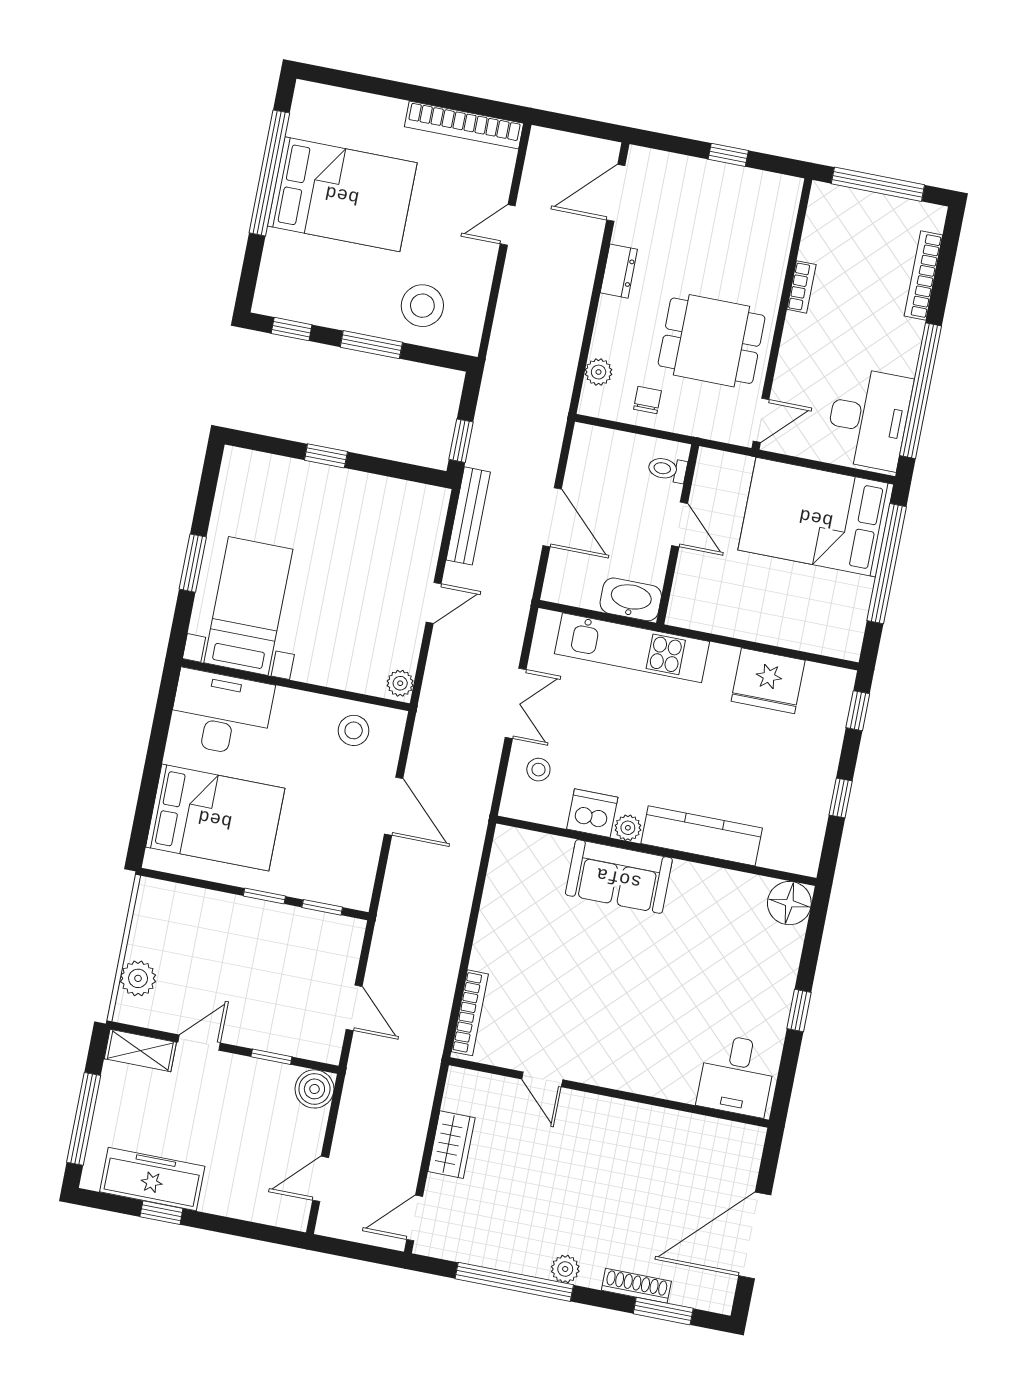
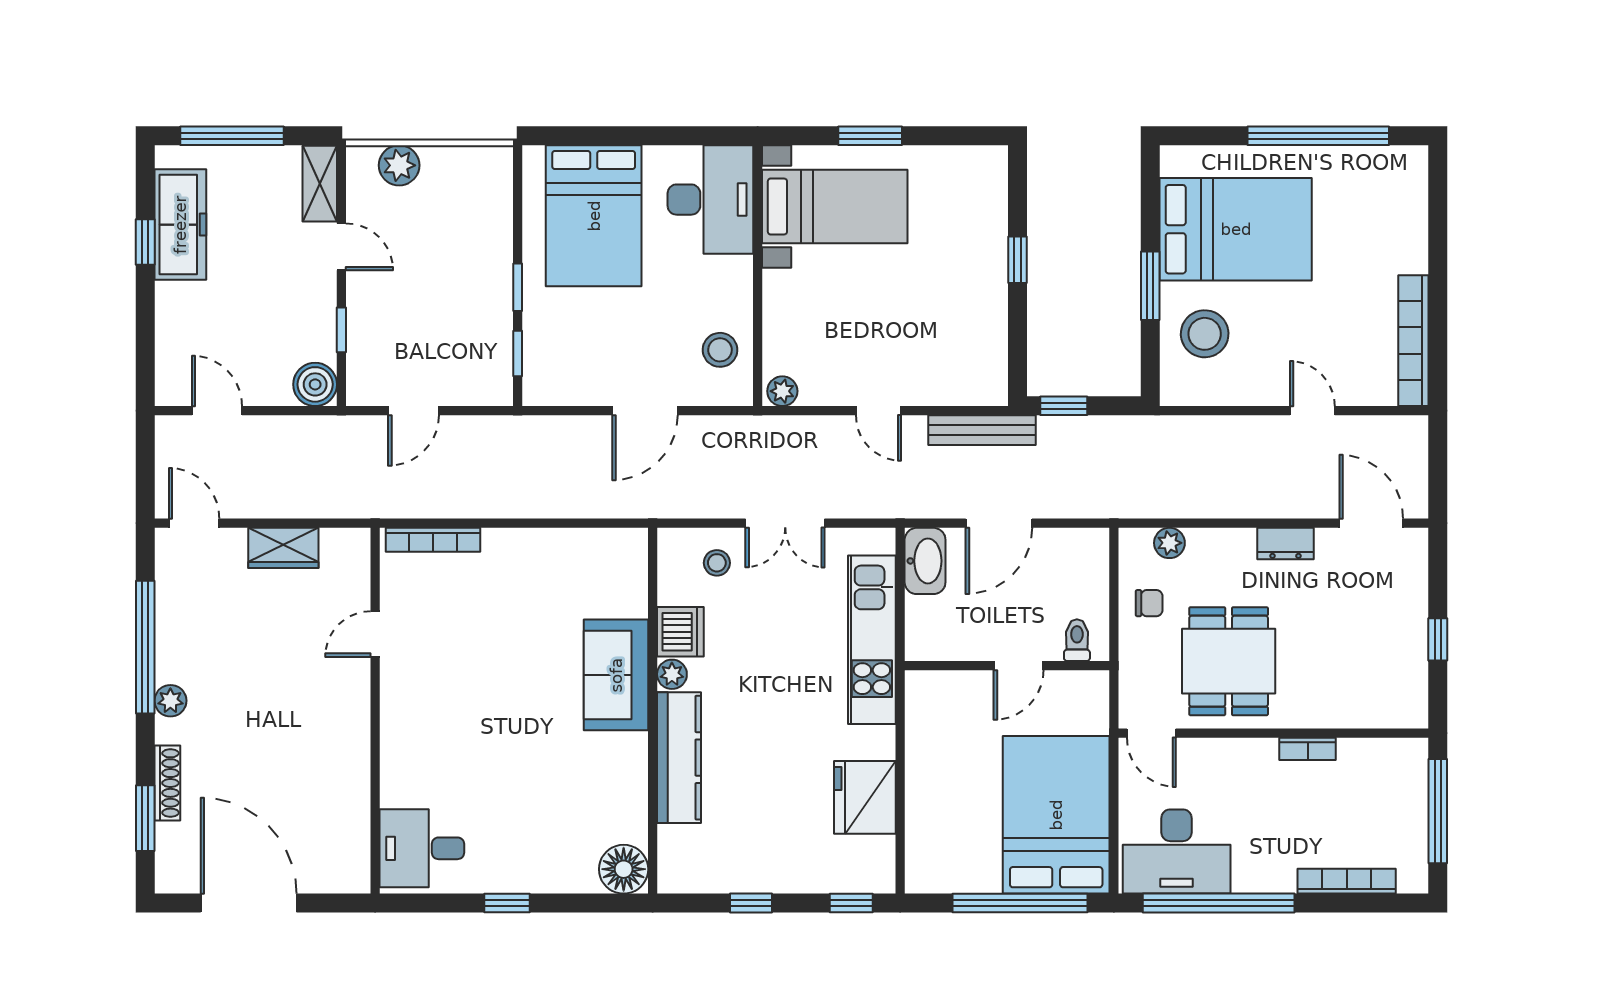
bed: (342, 194) -> (1236, 229), moved, turned -90
window: (292, 329) -> (1150, 194), removed
washbasin: (631, 599) -> (925, 561), moved

